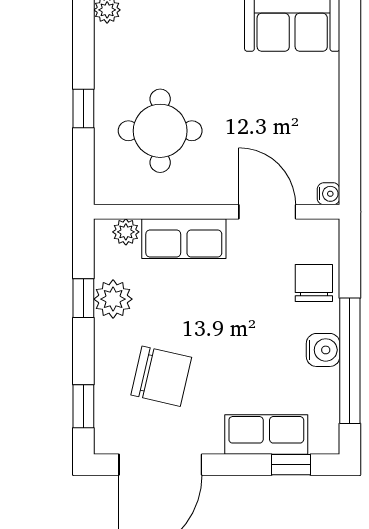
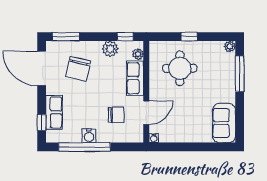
chair: (314, 283) -> (116, 115), moved
window: (83, 298) -> (125, 37), moved
window: (83, 406) -> (66, 37), width x1.50

